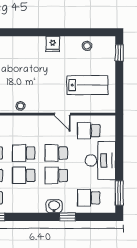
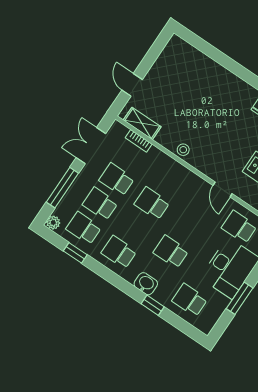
school desk: (56, 153) -> (187, 227), removed
school desk: (24, 175) -> (119, 252), moved
window: (119, 193) -> (240, 298), moved

